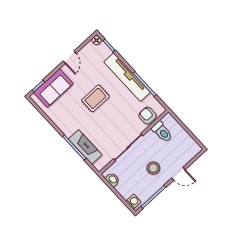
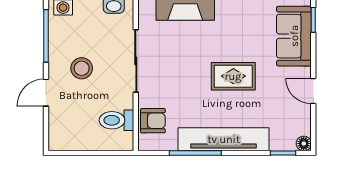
rug: (95, 98) -> (233, 76), turned 90

